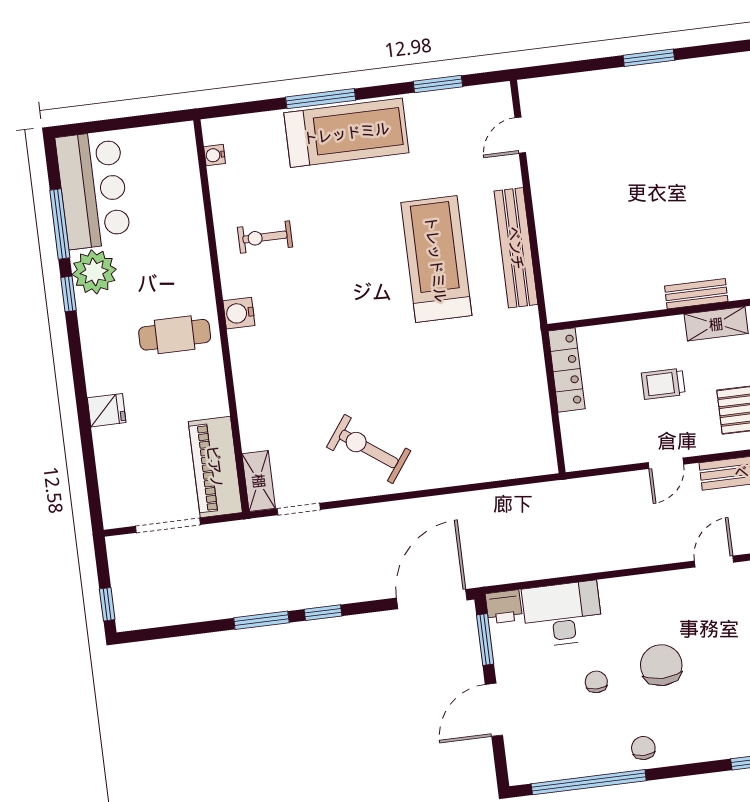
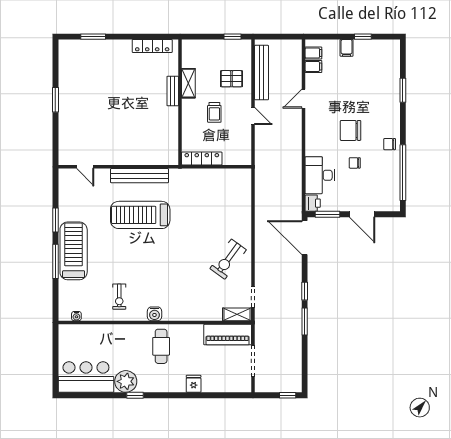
window: (438, 84) -> (55, 220), moved
window: (60, 224) -> (100, 395), removed
door: (714, 562) -> (304, 99), hinge flipped

